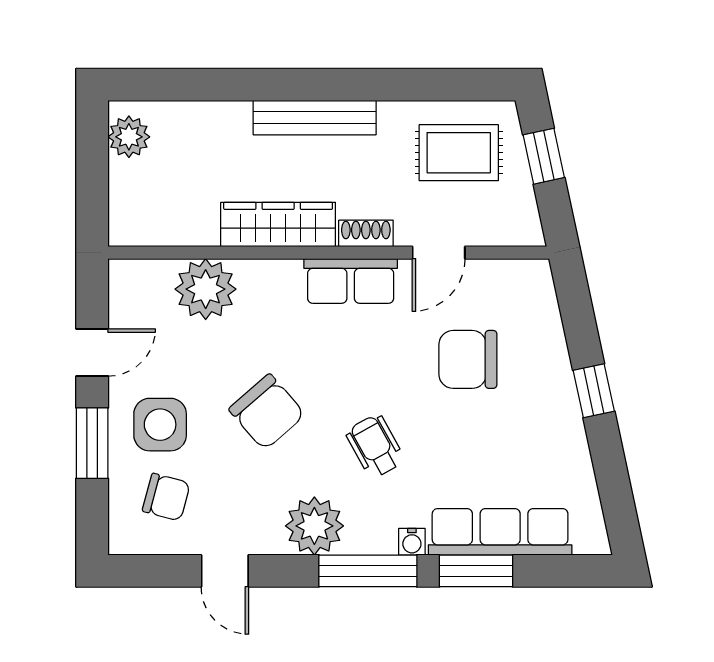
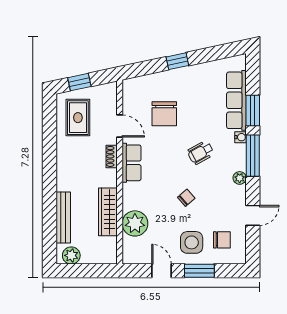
bench: (315, 118) -> (63, 218), moved
wardrobe: (278, 224) -> (108, 212), moved
chair: (267, 412) -> (186, 198), width x0.54, depth x0.54
chair: (166, 497) -> (222, 240), turned 75
plant: (314, 526) -> (240, 178), width x0.53, depth x0.53

